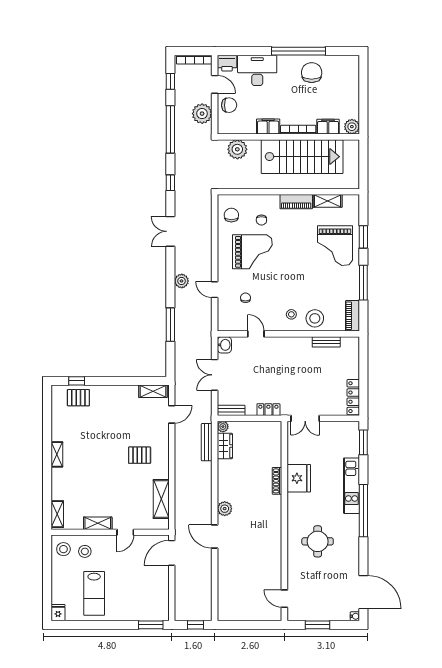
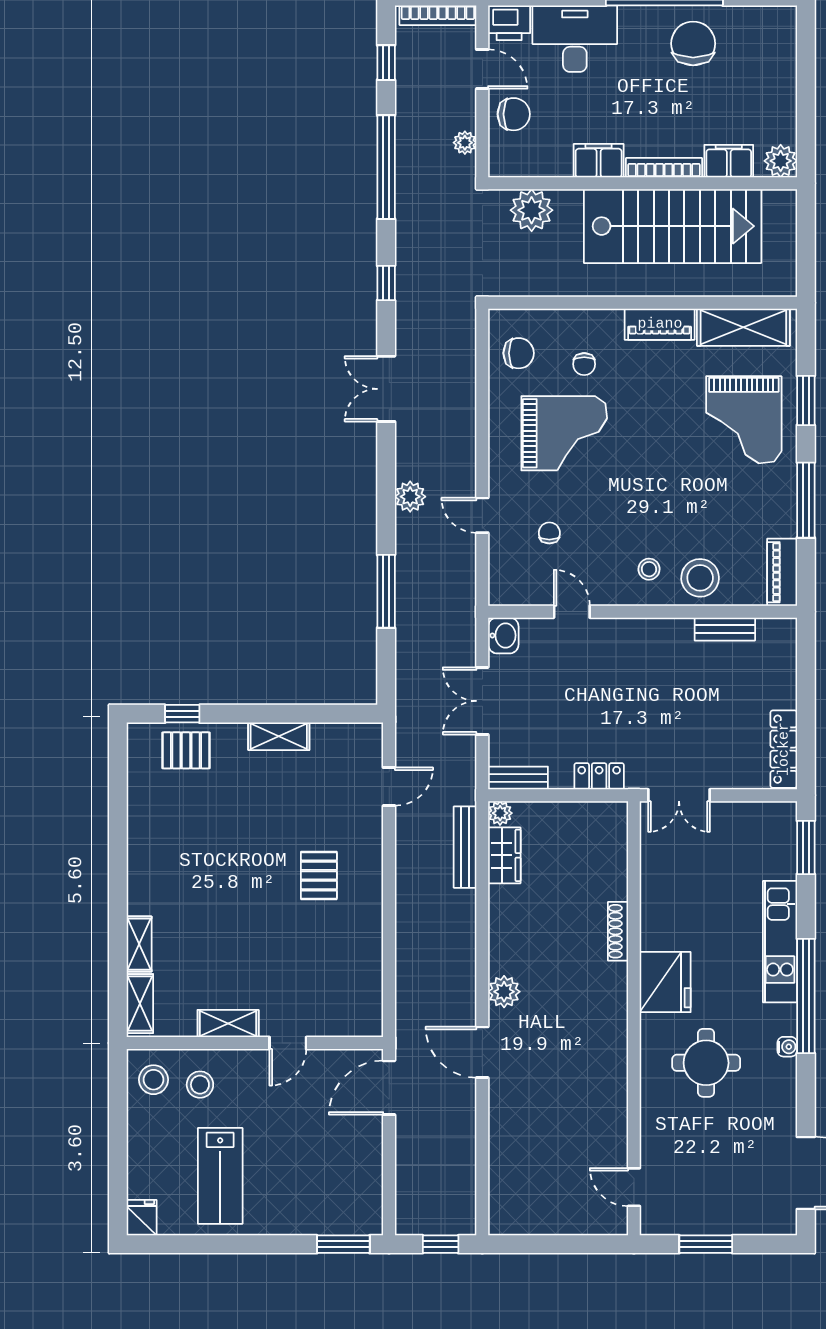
plant: (202, 114) -> (465, 143), width x0.53, depth x0.53
shelving: (328, 201) -> (743, 327), width x1.50, depth x1.33
chair: (231, 215) -> (519, 353), turned 90
shelving: (153, 391) -> (279, 736), moved
shelving: (57, 454) -> (139, 944), moved
pallet: (140, 455) -> (319, 875), turned 90
fridge: (299, 478) -> (665, 982), moved
shelving: (161, 499) -> (366, 971), removed
water cooler: (355, 616) -> (787, 1047), moved

